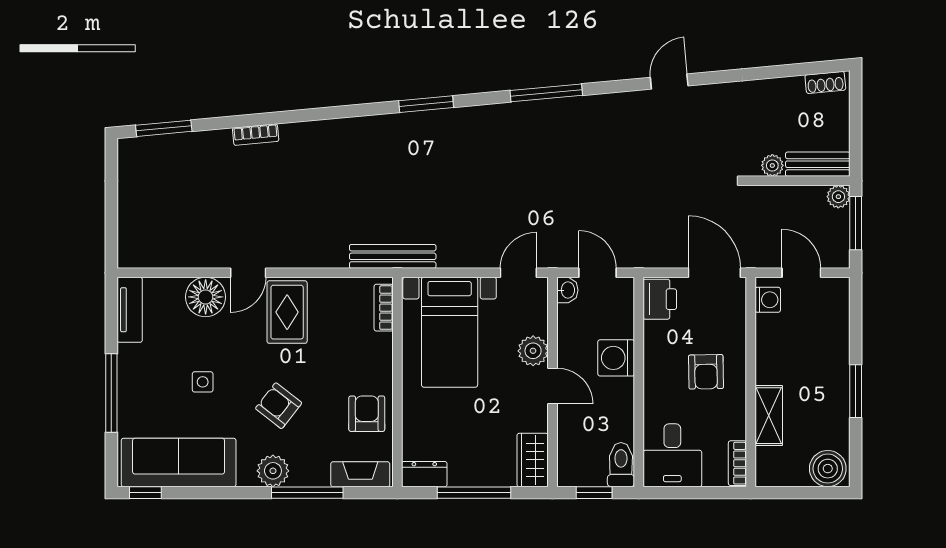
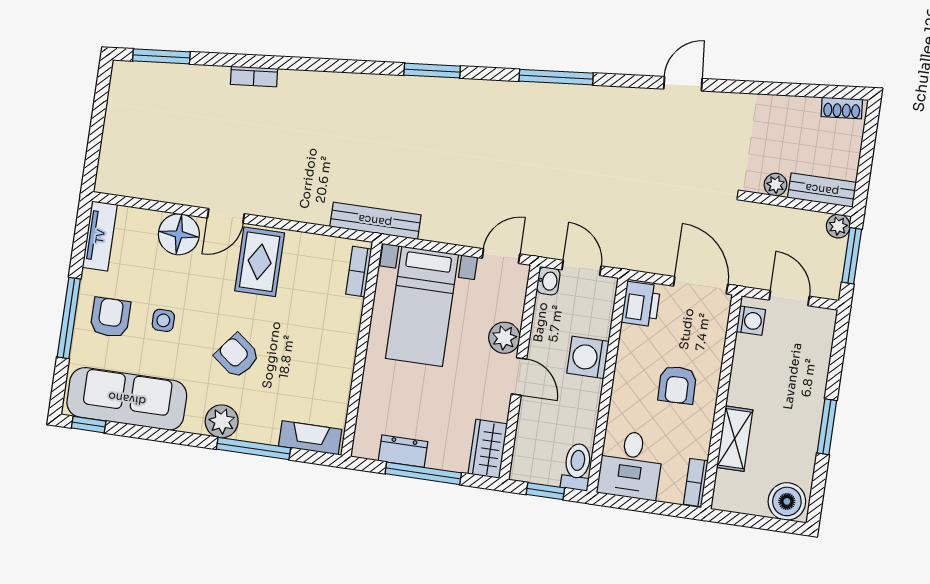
armchair: (367, 414) -> (110, 317), moved
dresser: (424, 474) -> (403, 451), moved

